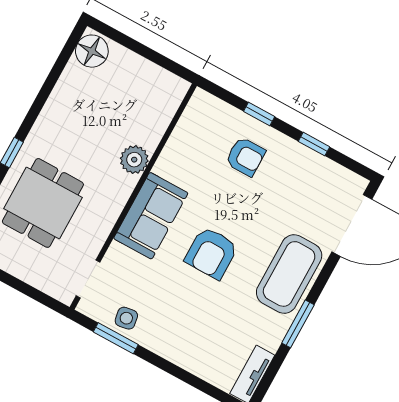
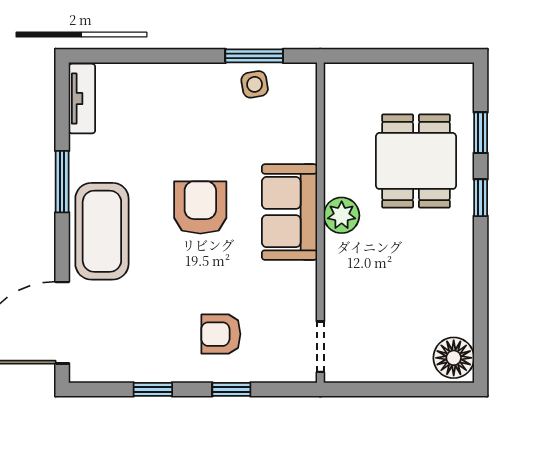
plant: (134, 160) -> (342, 215), moved
doorway: (88, 279) -> (320, 347), moved

